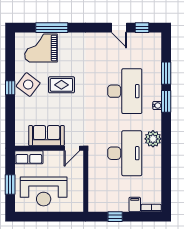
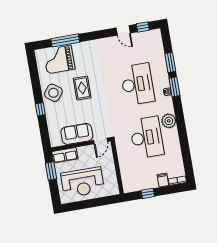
rug: (61, 85) -> (82, 88), turned 90
window: (10, 88) -> (40, 109), moved
window: (10, 184) -> (51, 171), moved

